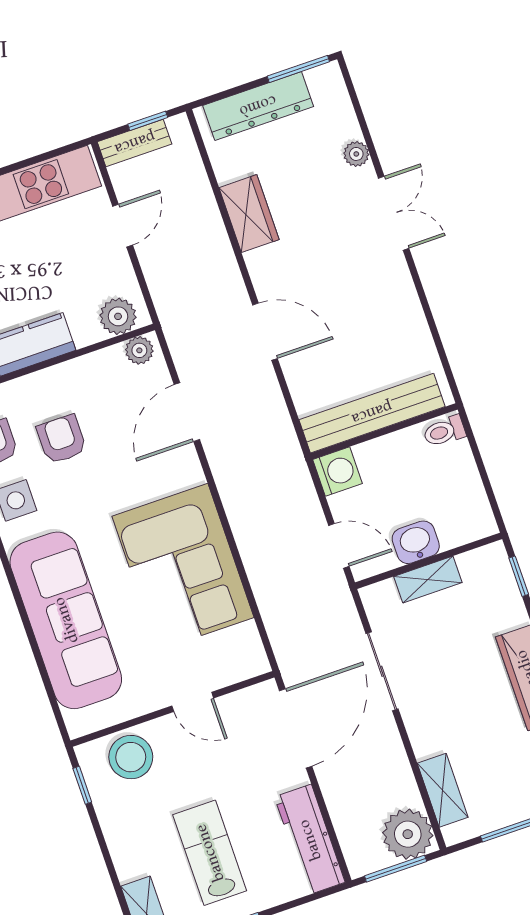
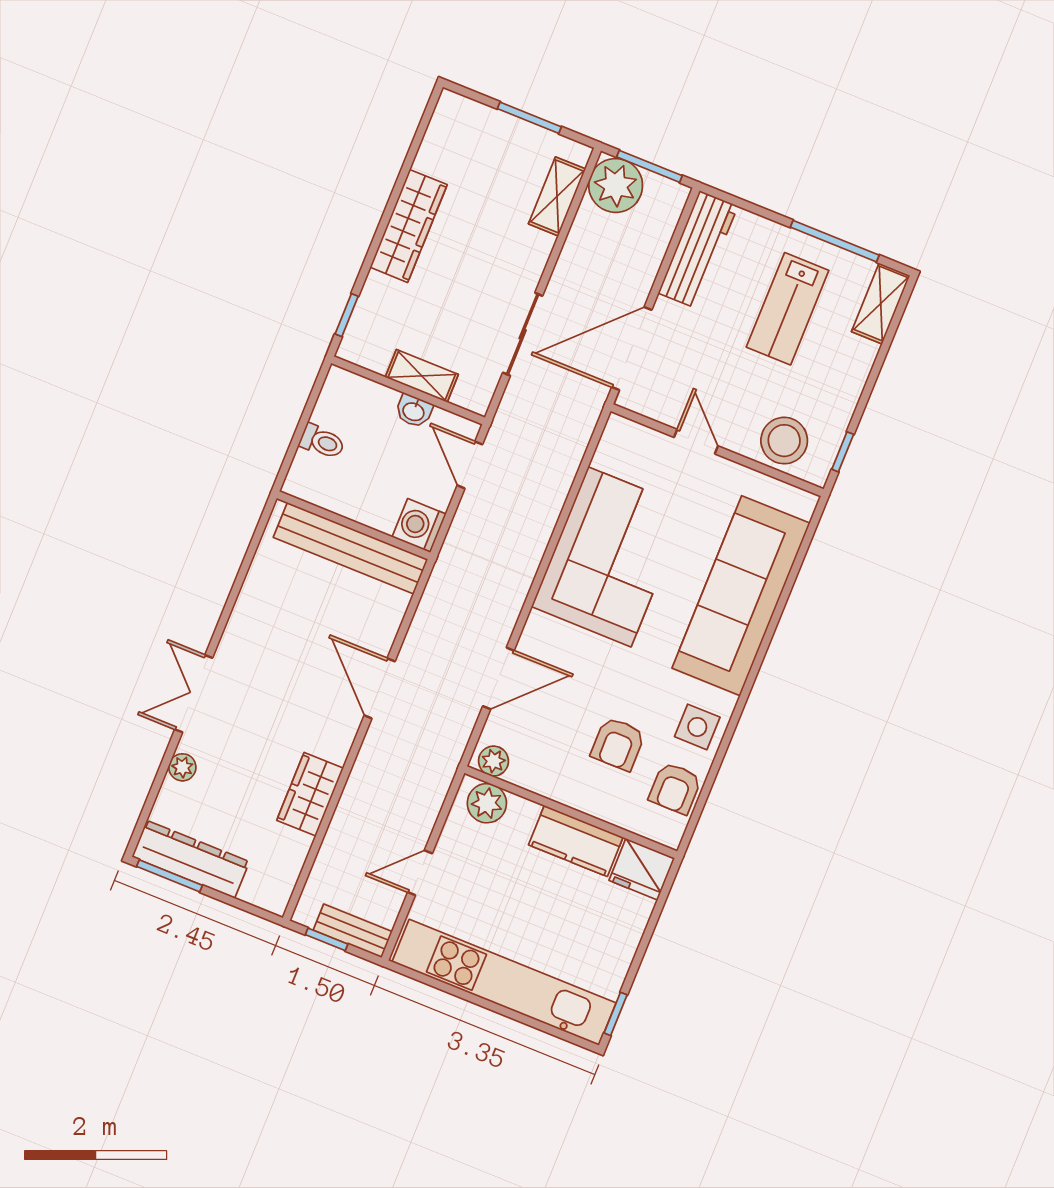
dresser: (258, 106) -> (191, 859), moved
toilet: (444, 431) -> (322, 442), moved
washbasin: (416, 542) -> (414, 411), width x0.72, depth x0.69

